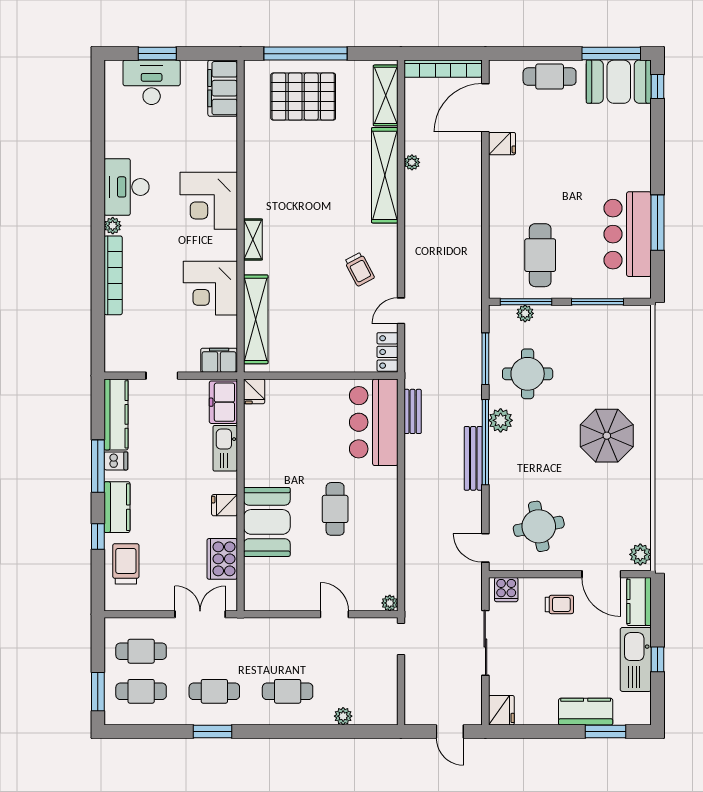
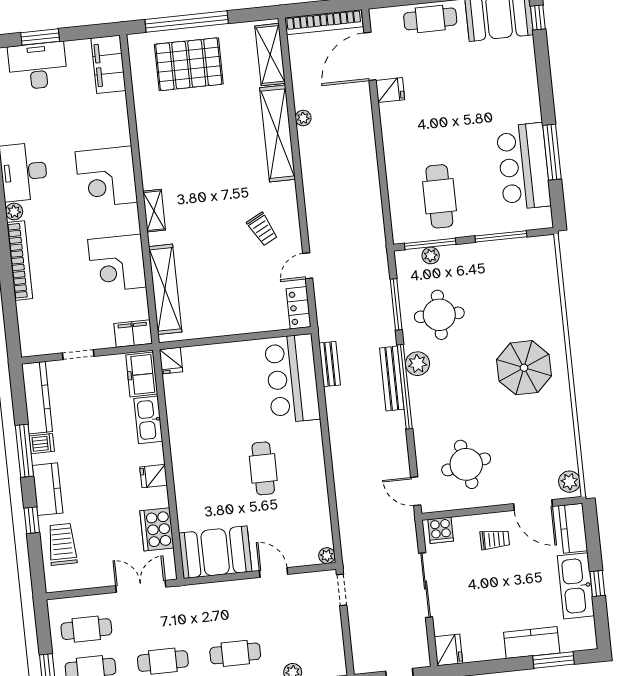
bench: (473, 458) -> (392, 379), moved
booth: (267, 522) -> (215, 552), moved, turned 90

